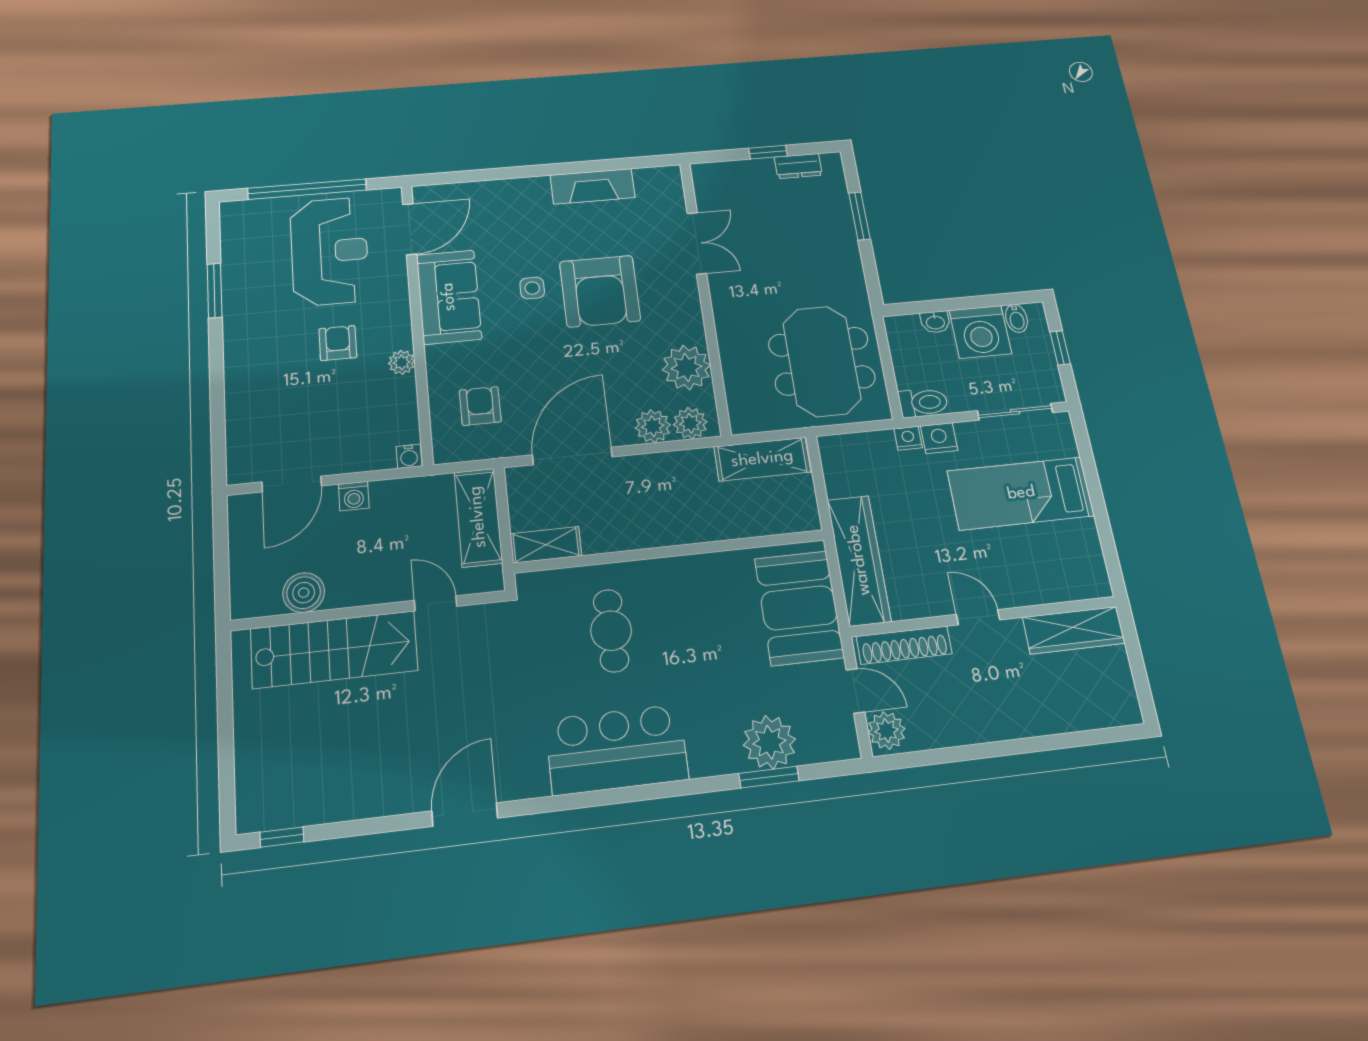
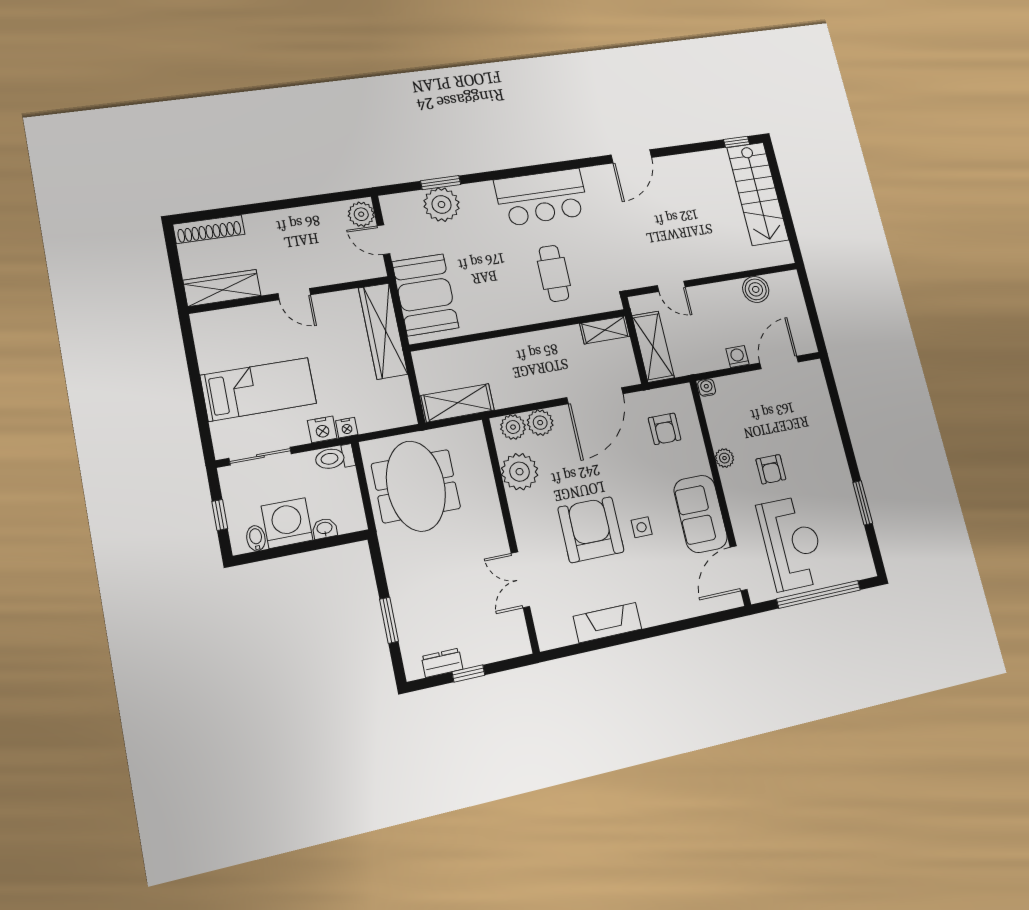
reception desk: (330, 251) -> (792, 543), turned 180
shoe rack: (904, 645) -> (209, 229), moved, turned 180
stairs: (334, 650) -> (758, 194), moved, turned -90

